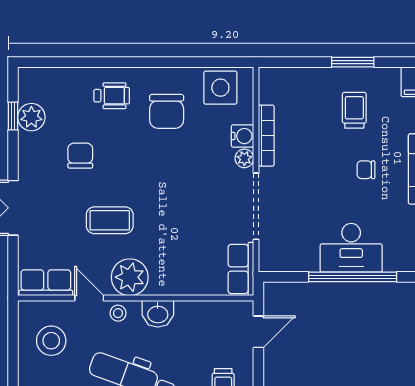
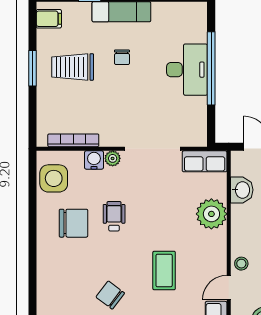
wheelchair: (112, 96) -> (114, 216), moved
trolley: (354, 110) -> (73, 67), width x1.36, depth x1.39
bookcase: (266, 136) -> (73, 140), moved
chair: (80, 156) -> (110, 295), turned 37
plant: (130, 277) -> (211, 214), moved
washbasin: (158, 314) -> (242, 190), moved

